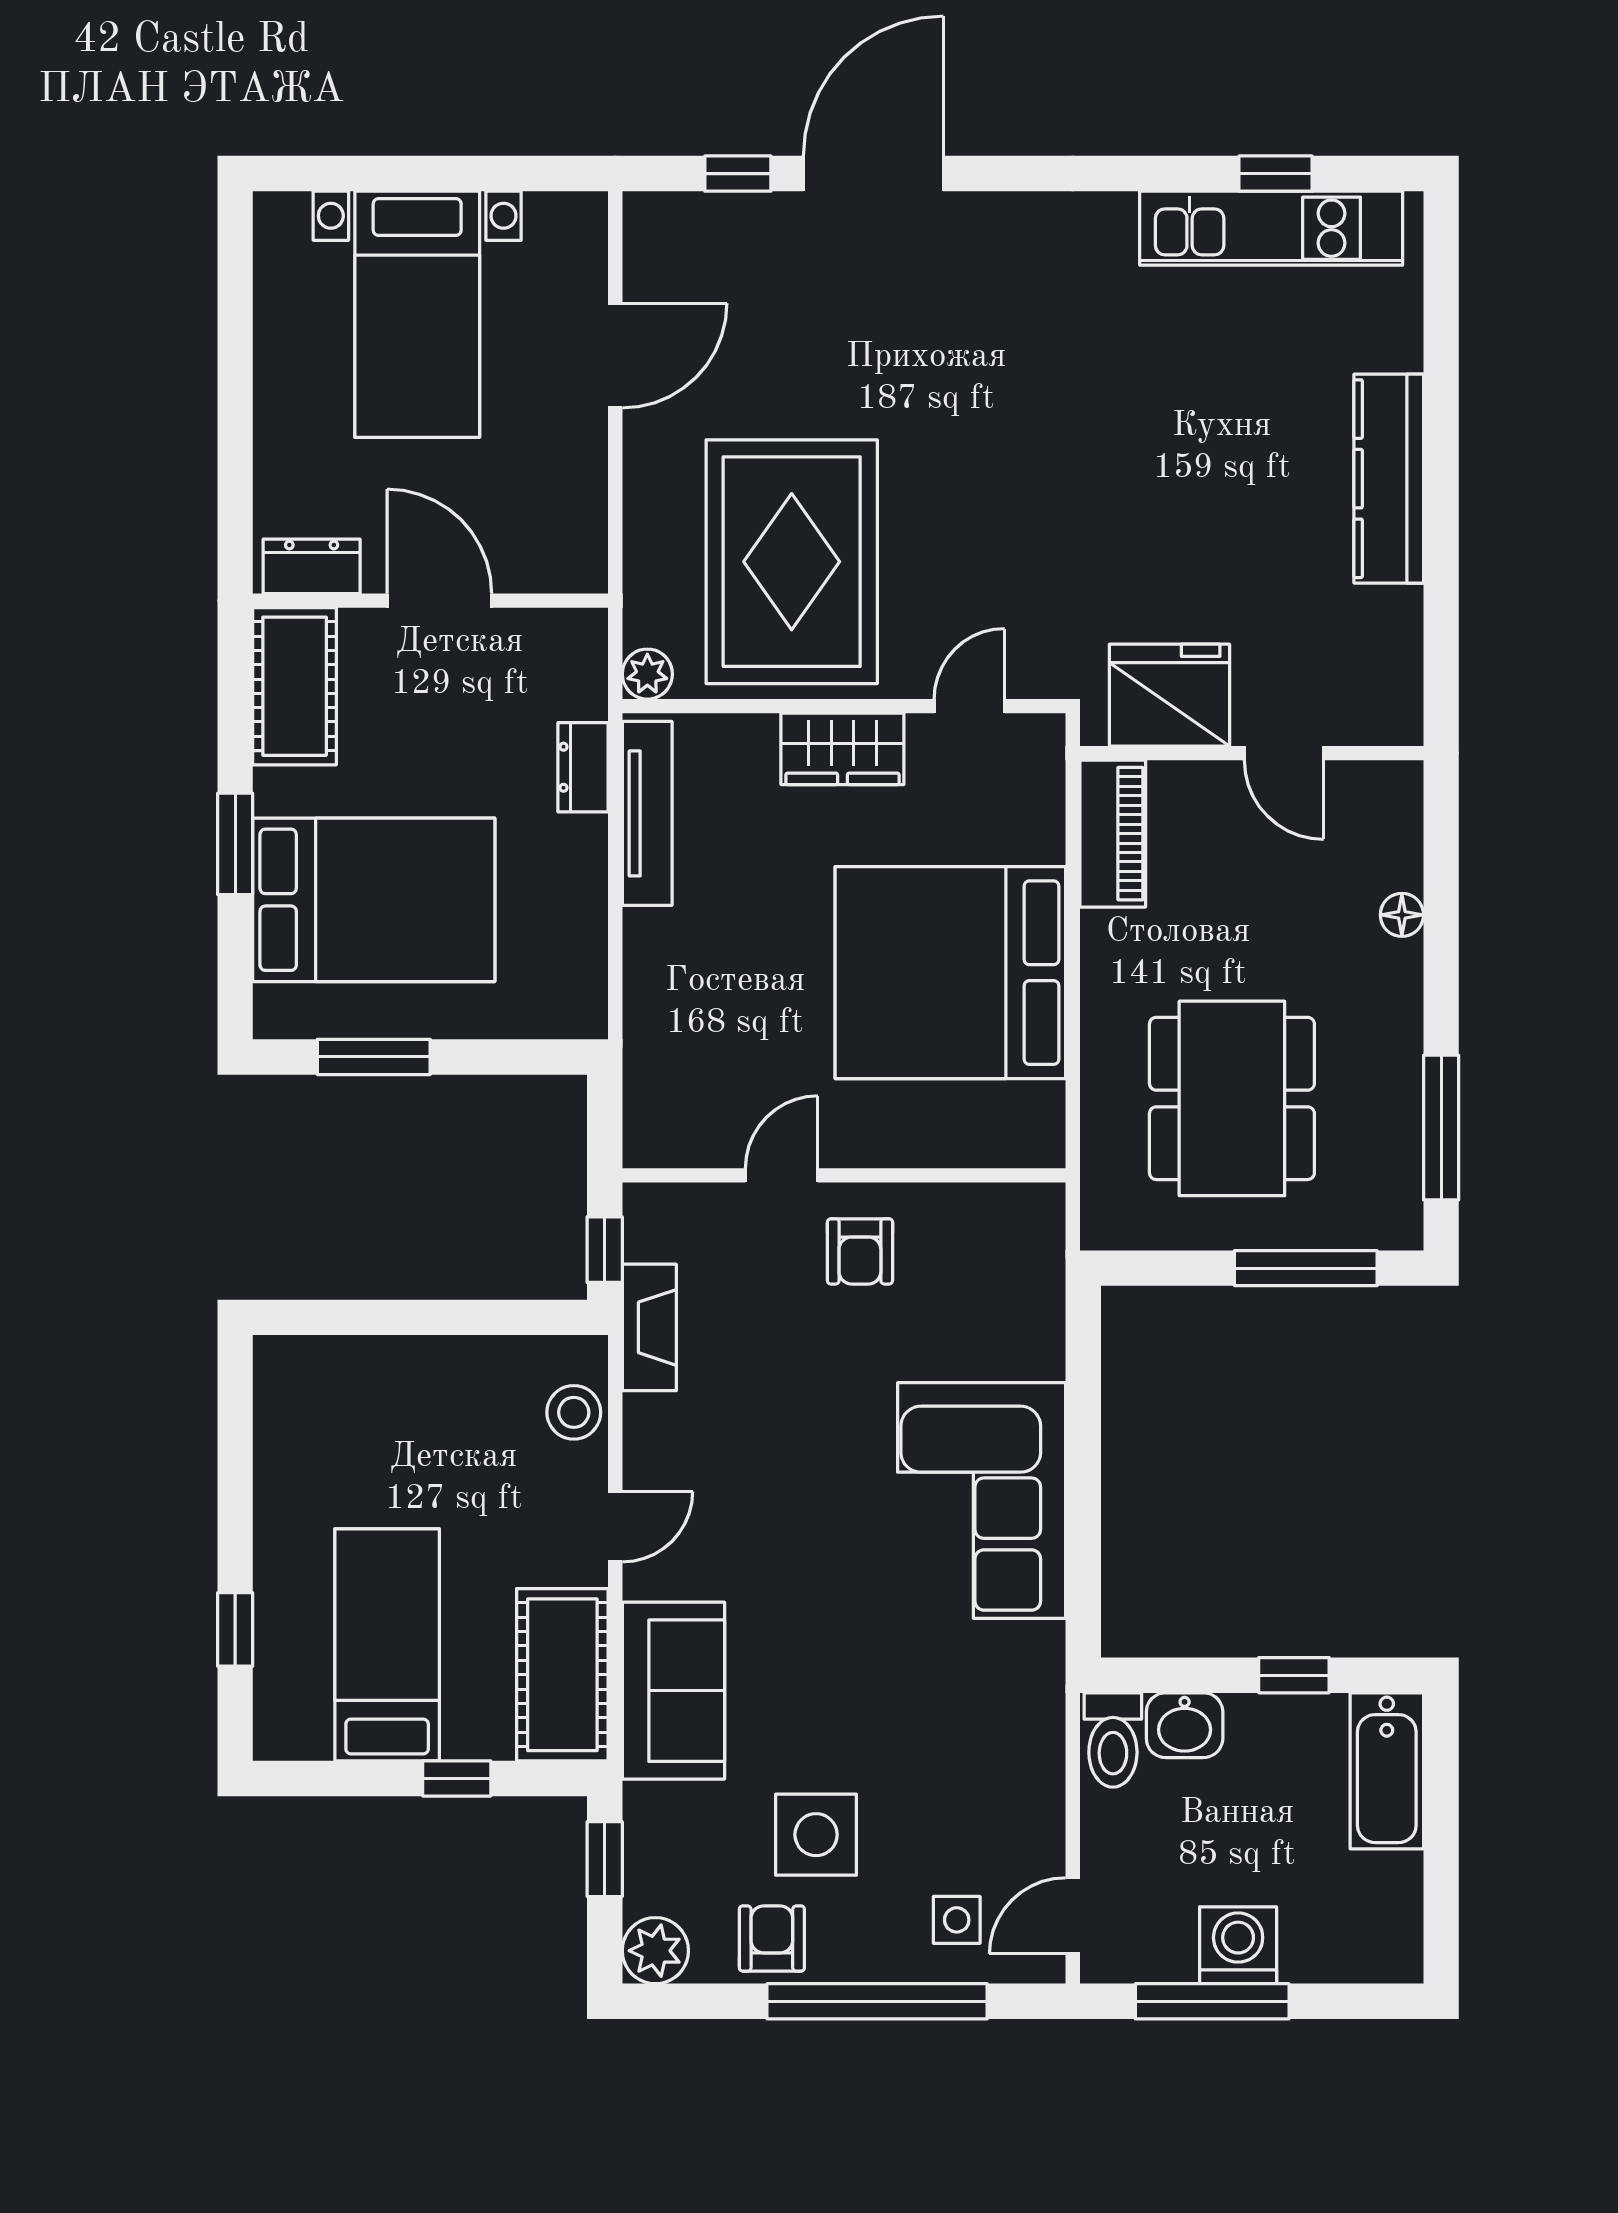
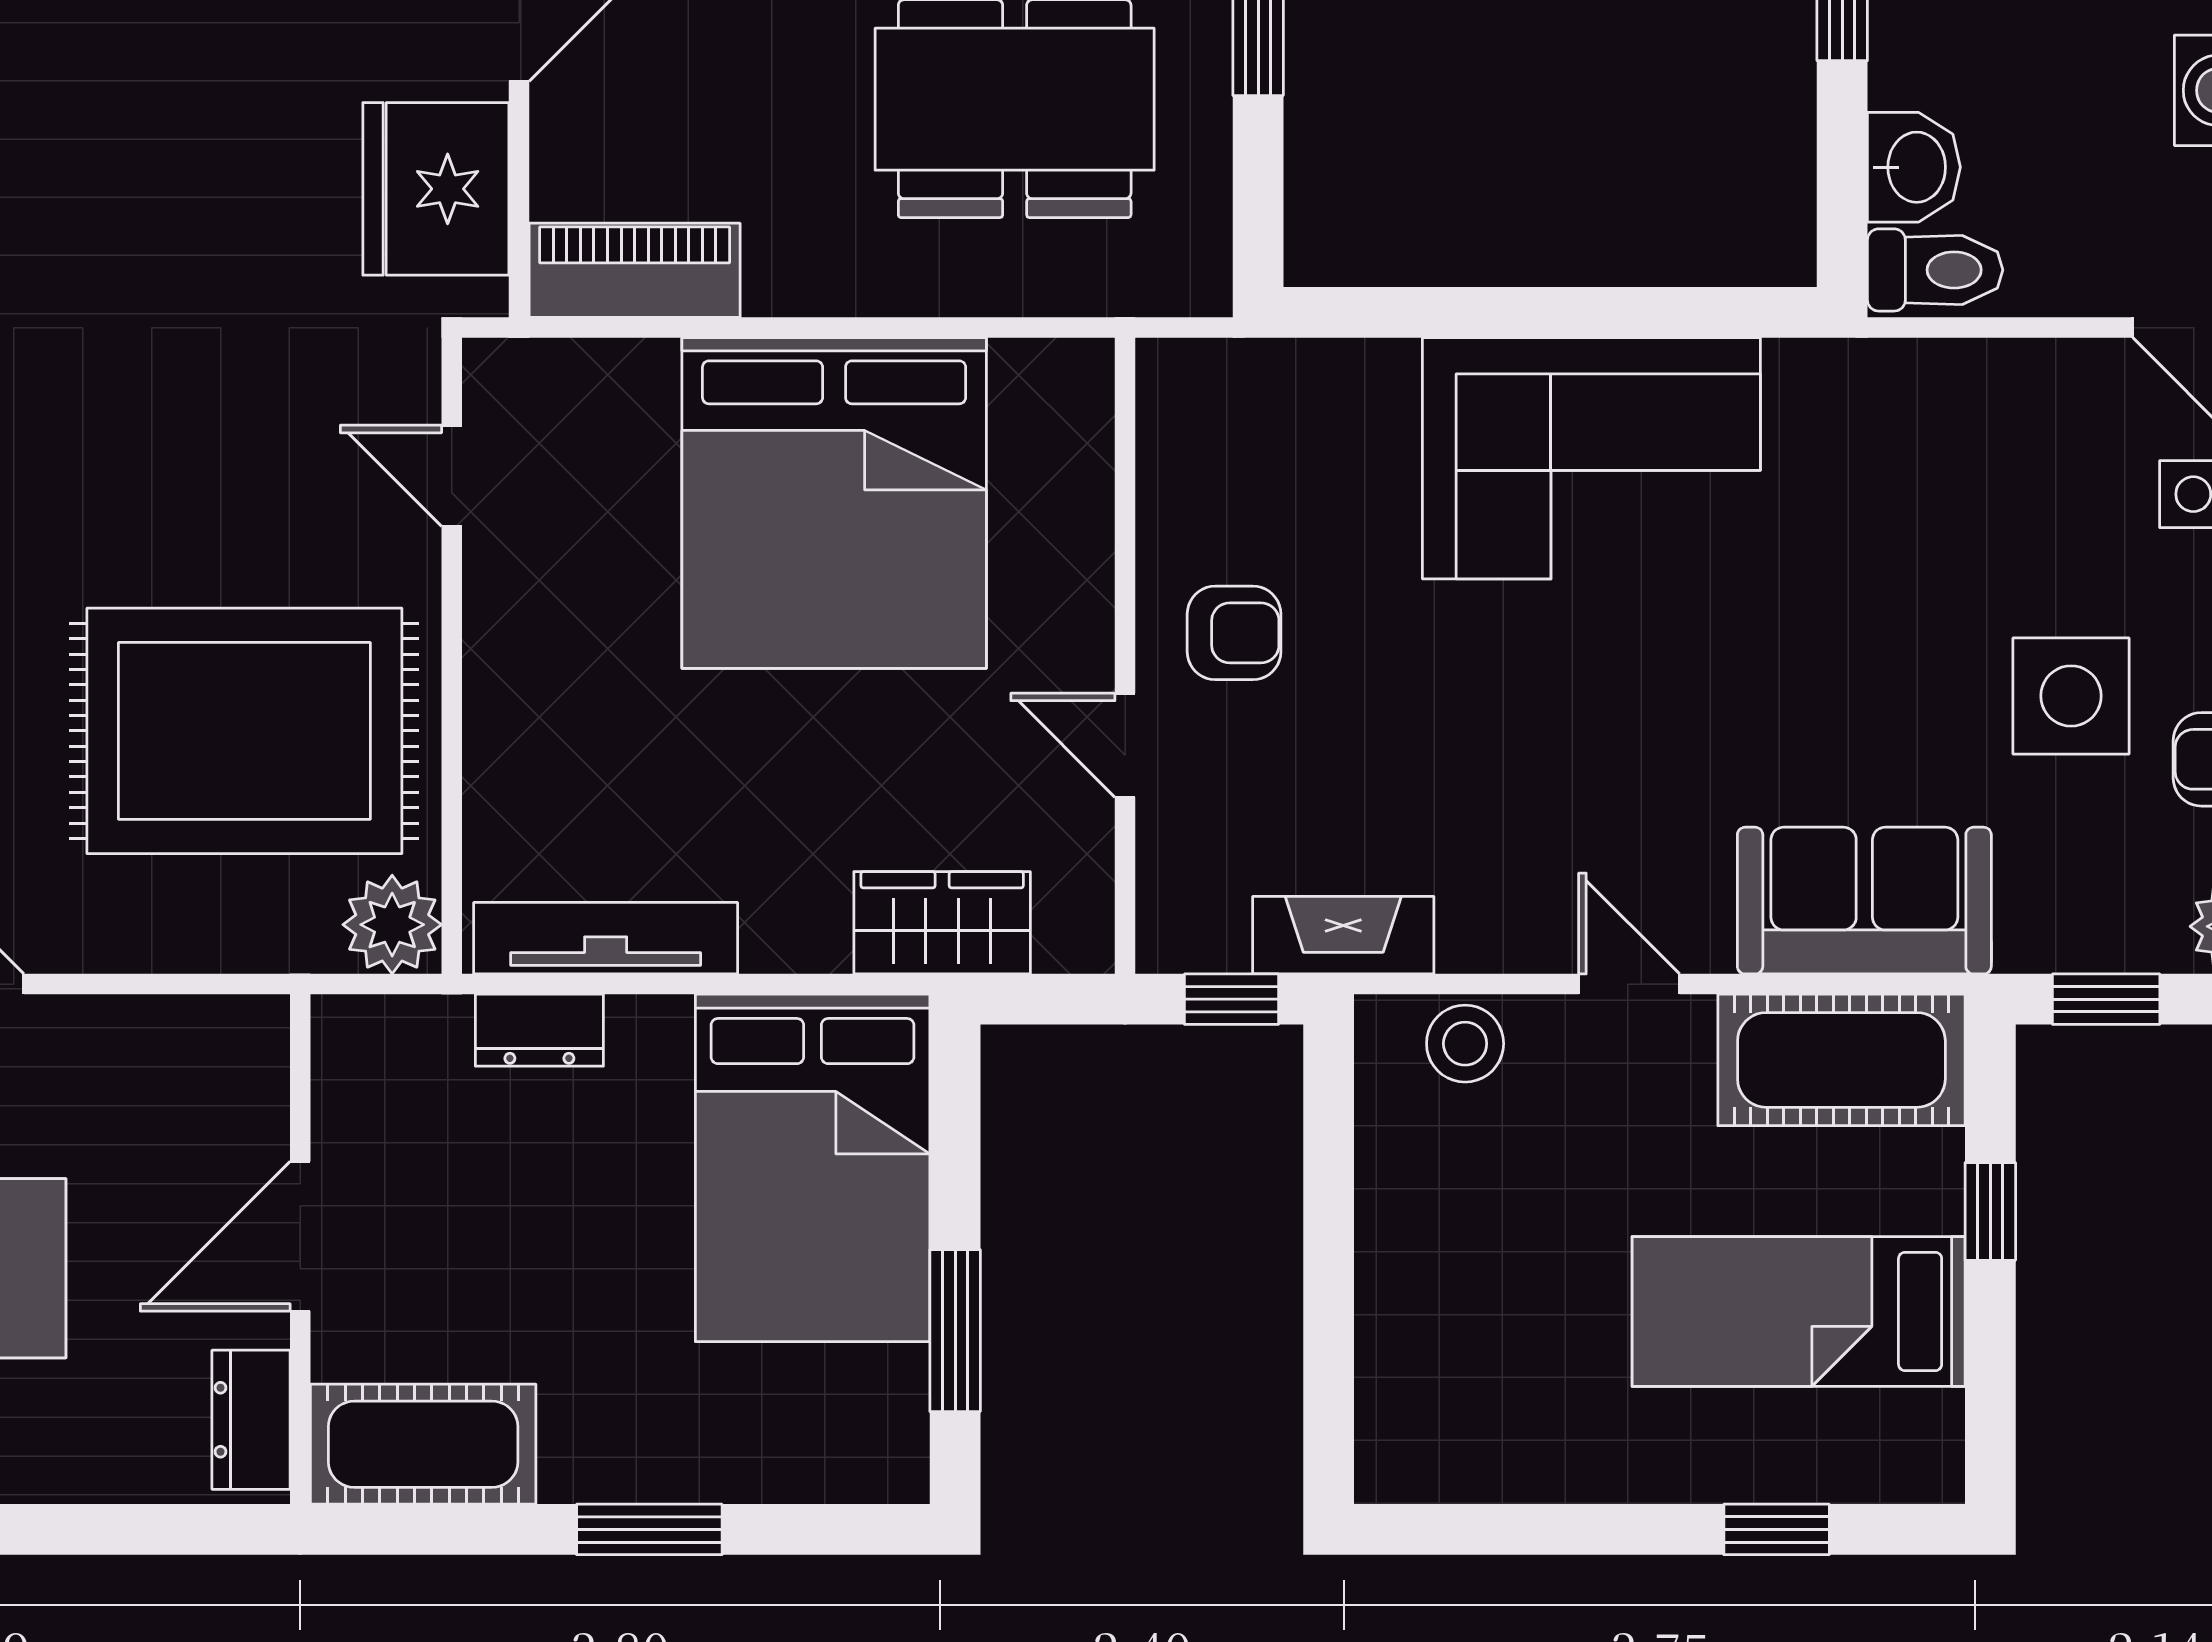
plant: (647, 674) -> (392, 925), width x1.38, depth x1.38
wardrobe: (842, 749) -> (942, 923), moved, turned -90
bed: (374, 900) -> (813, 1168), moved, turned 180

